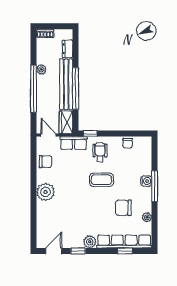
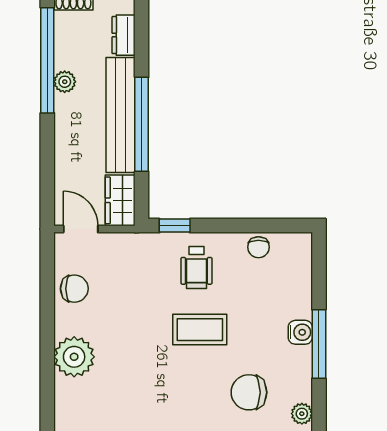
window: (34, 89) -> (47, 60), moved
row of seats: (74, 143) -> (137, 247), removed
wheelchair: (100, 152) -> (196, 267), turned 180

